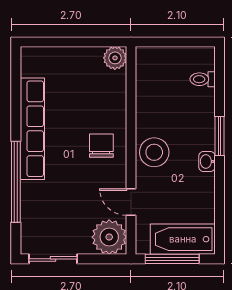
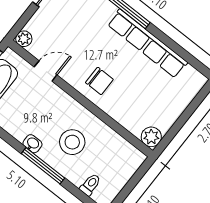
window: (220, 136) -> (43, 166), width x1.44
stool: (154, 152) -> (72, 142), moved
plant: (109, 237) -> (24, 39), width x0.53, depth x0.53

